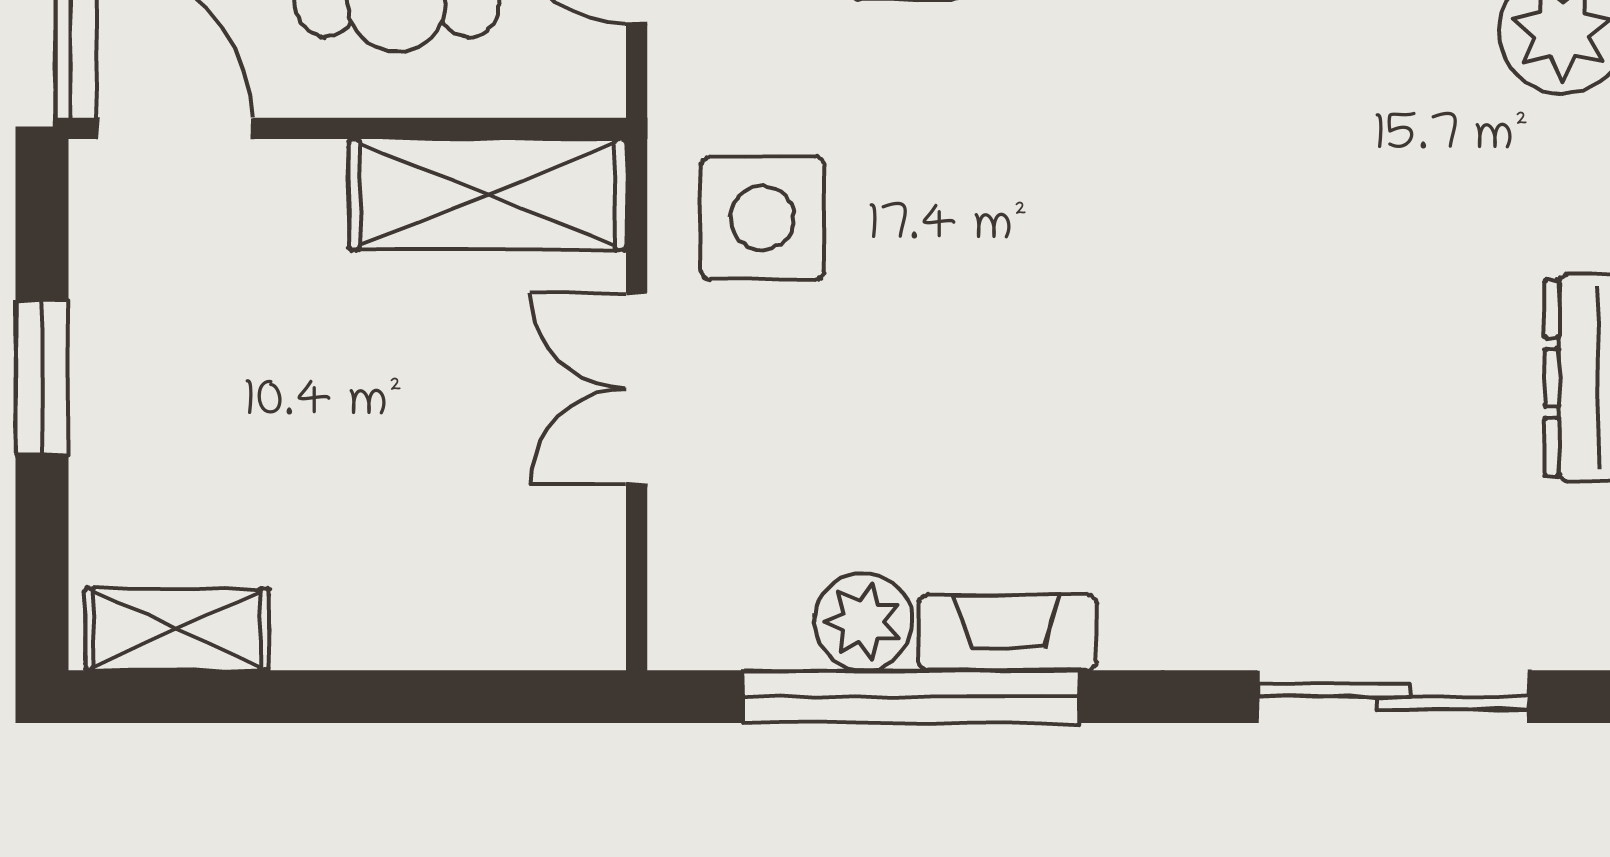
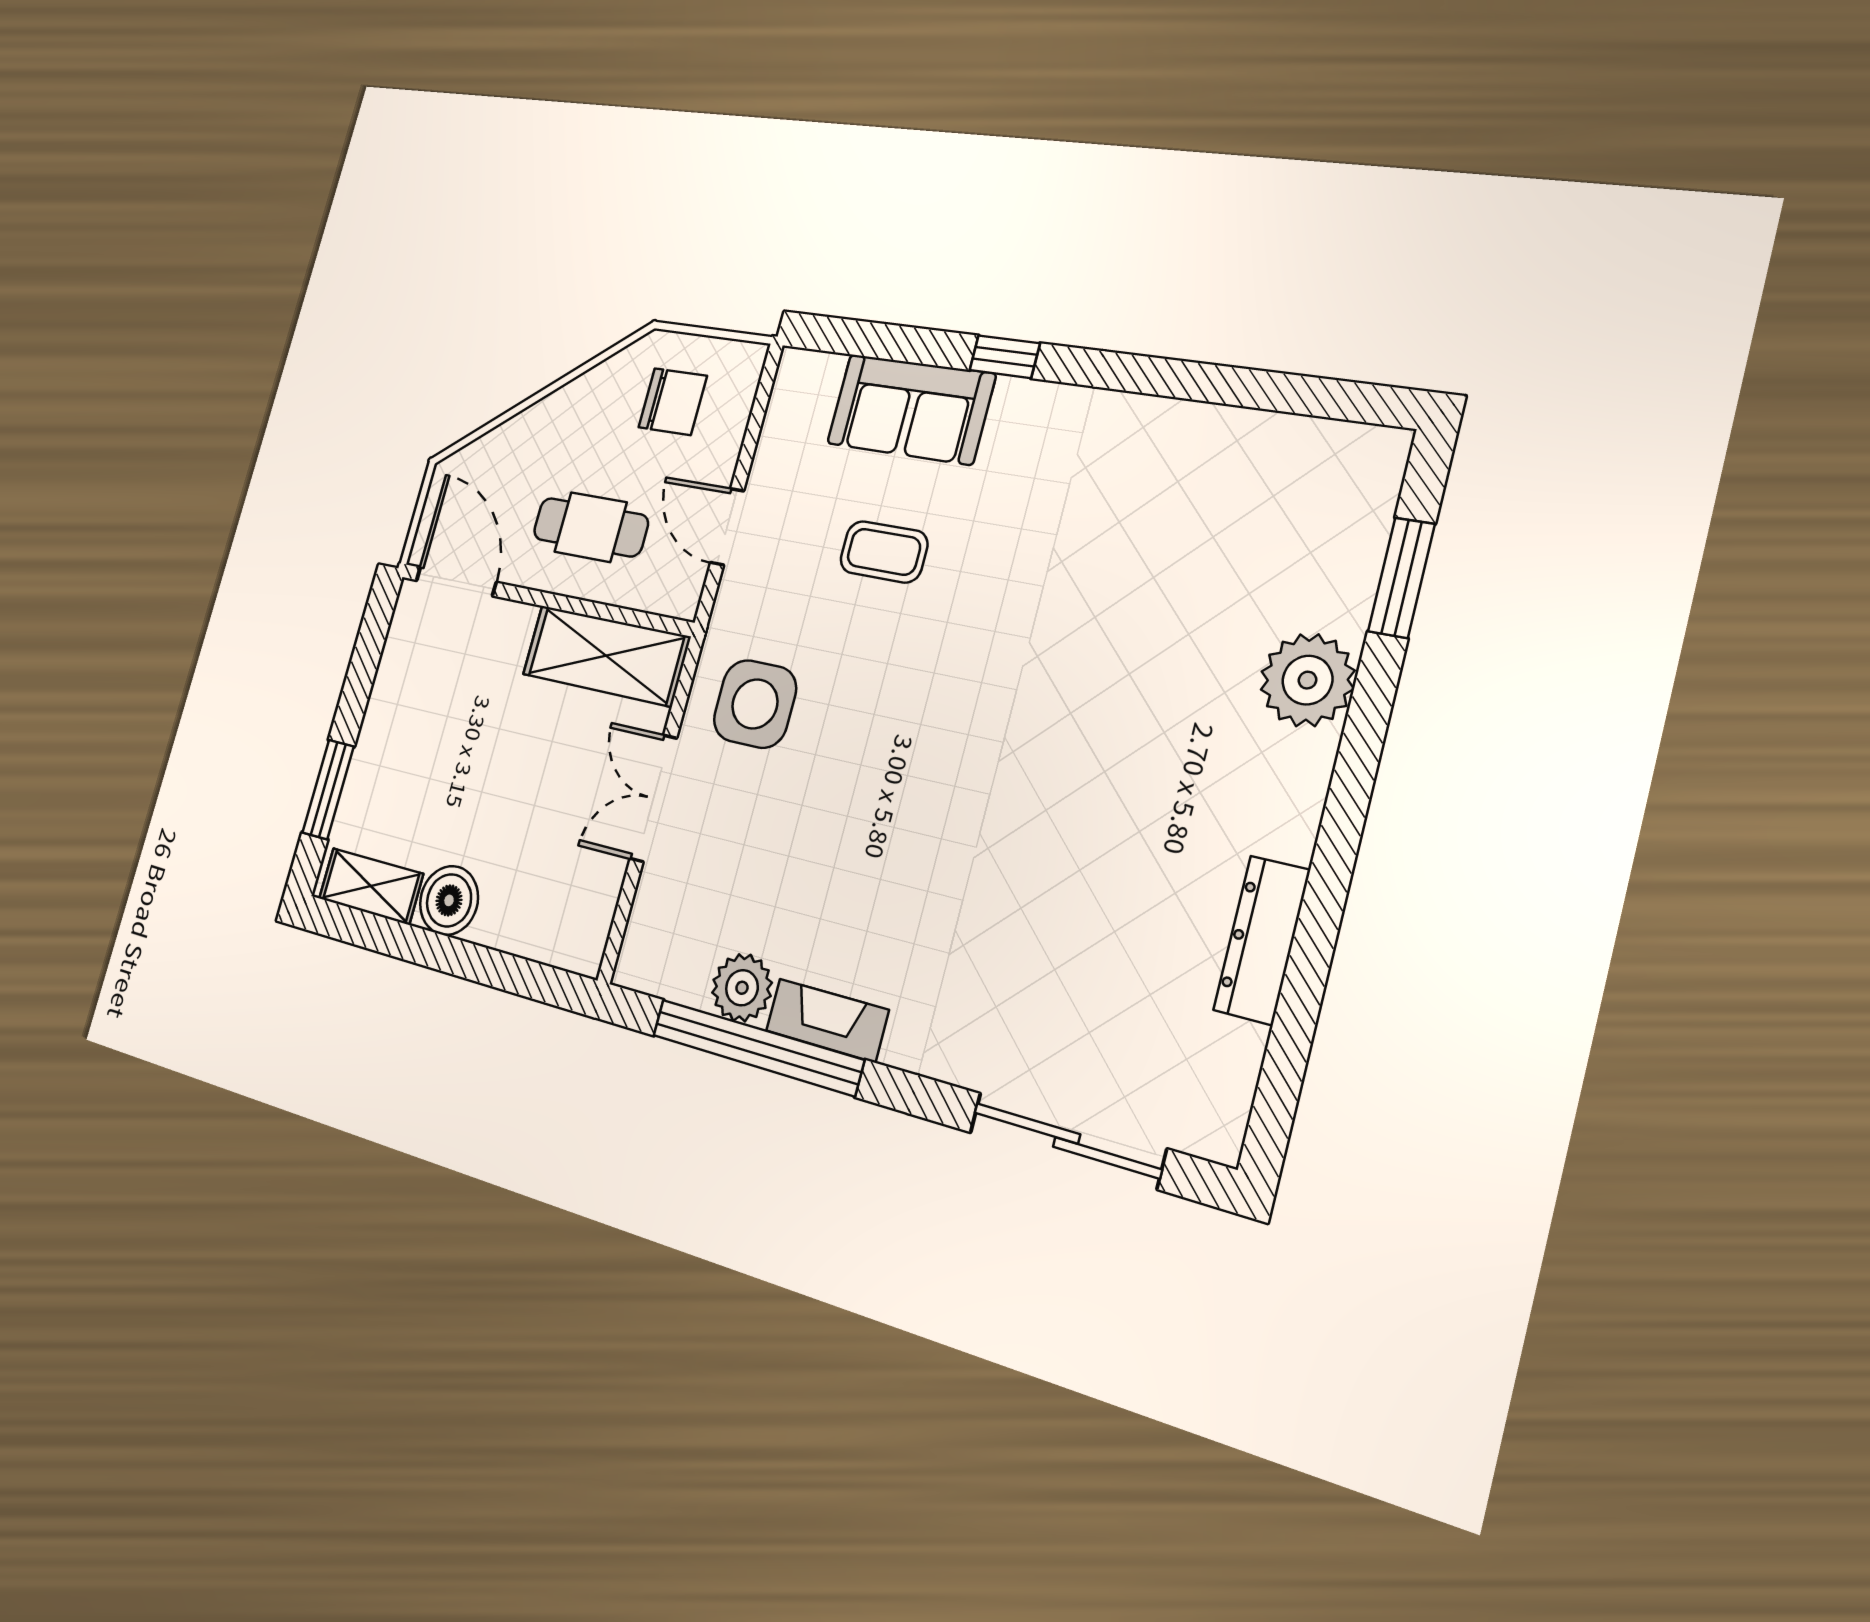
window: (42, 378) -> (328, 790), moved
boiler: (329, 617) -> (449, 900), added

